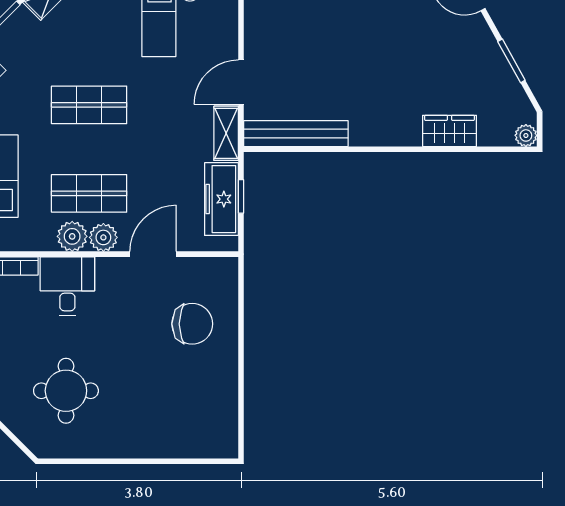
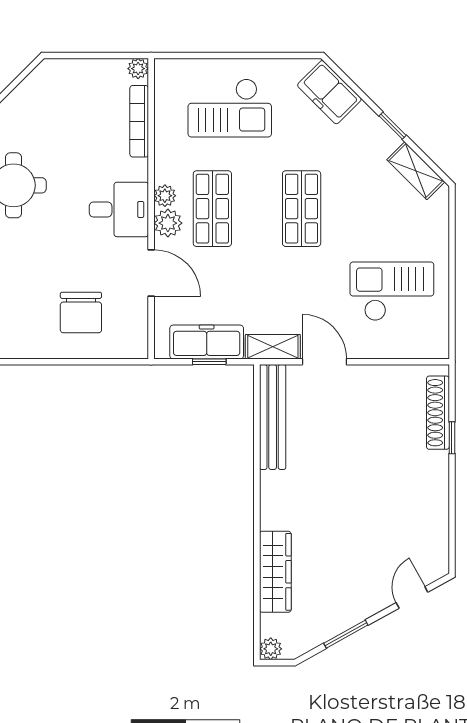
wardrobe: (450, 131) -> (275, 572), width x1.50
plant: (72, 236) -> (165, 196), width x0.73, depth x0.73
desk: (67, 286) -> (119, 209), moved

